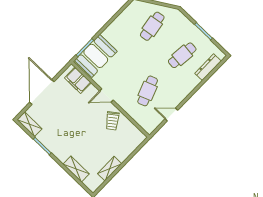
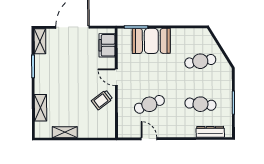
booth: (96, 56) -> (151, 41), moved

